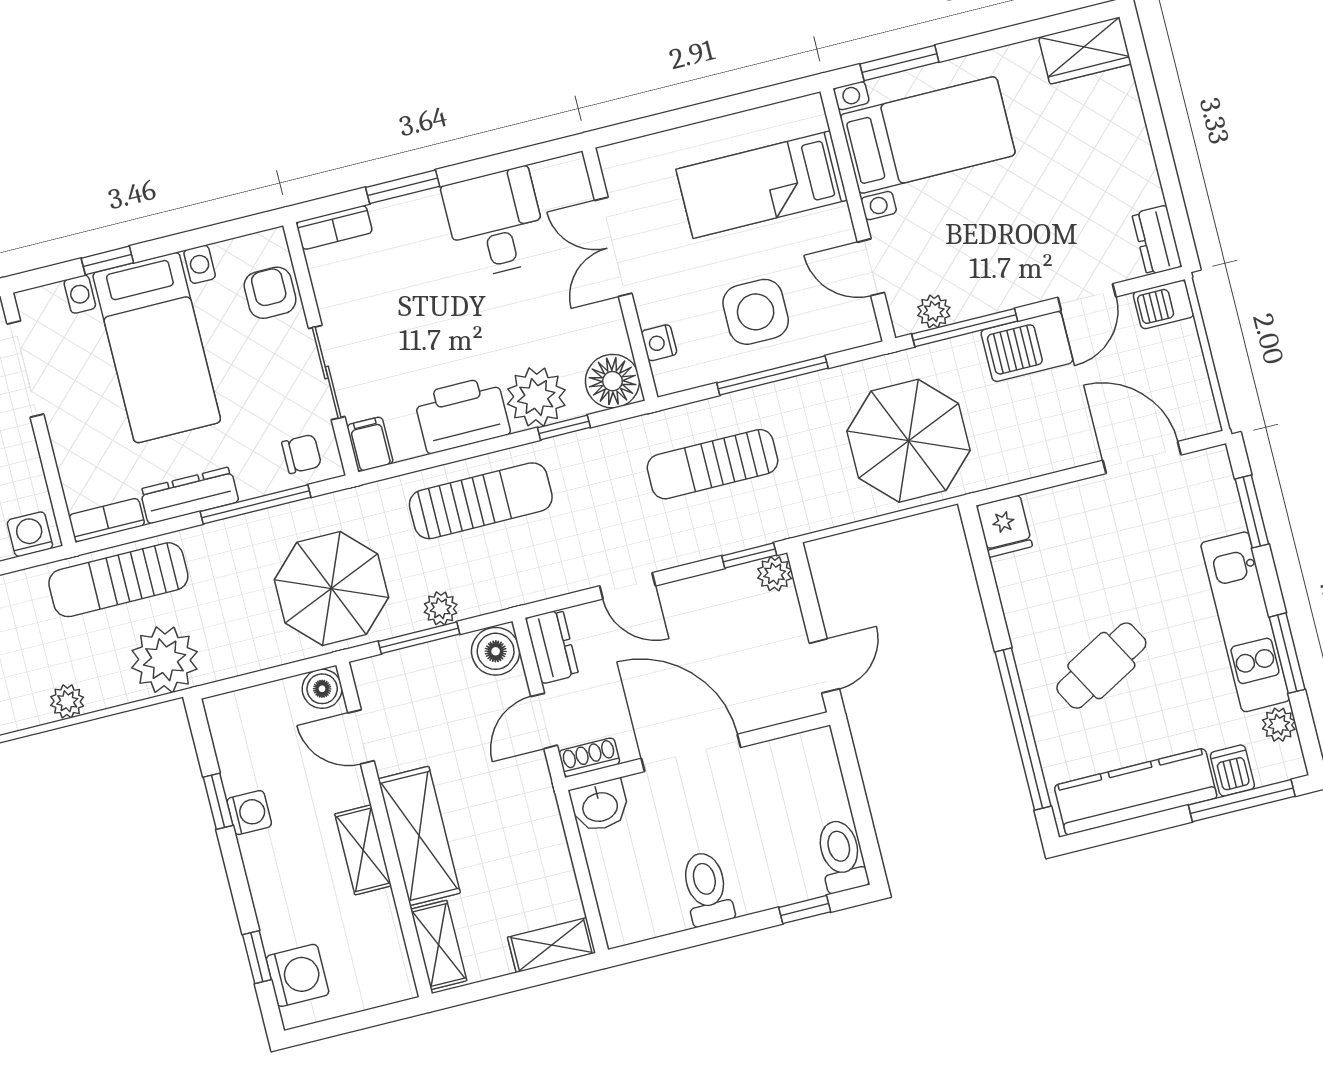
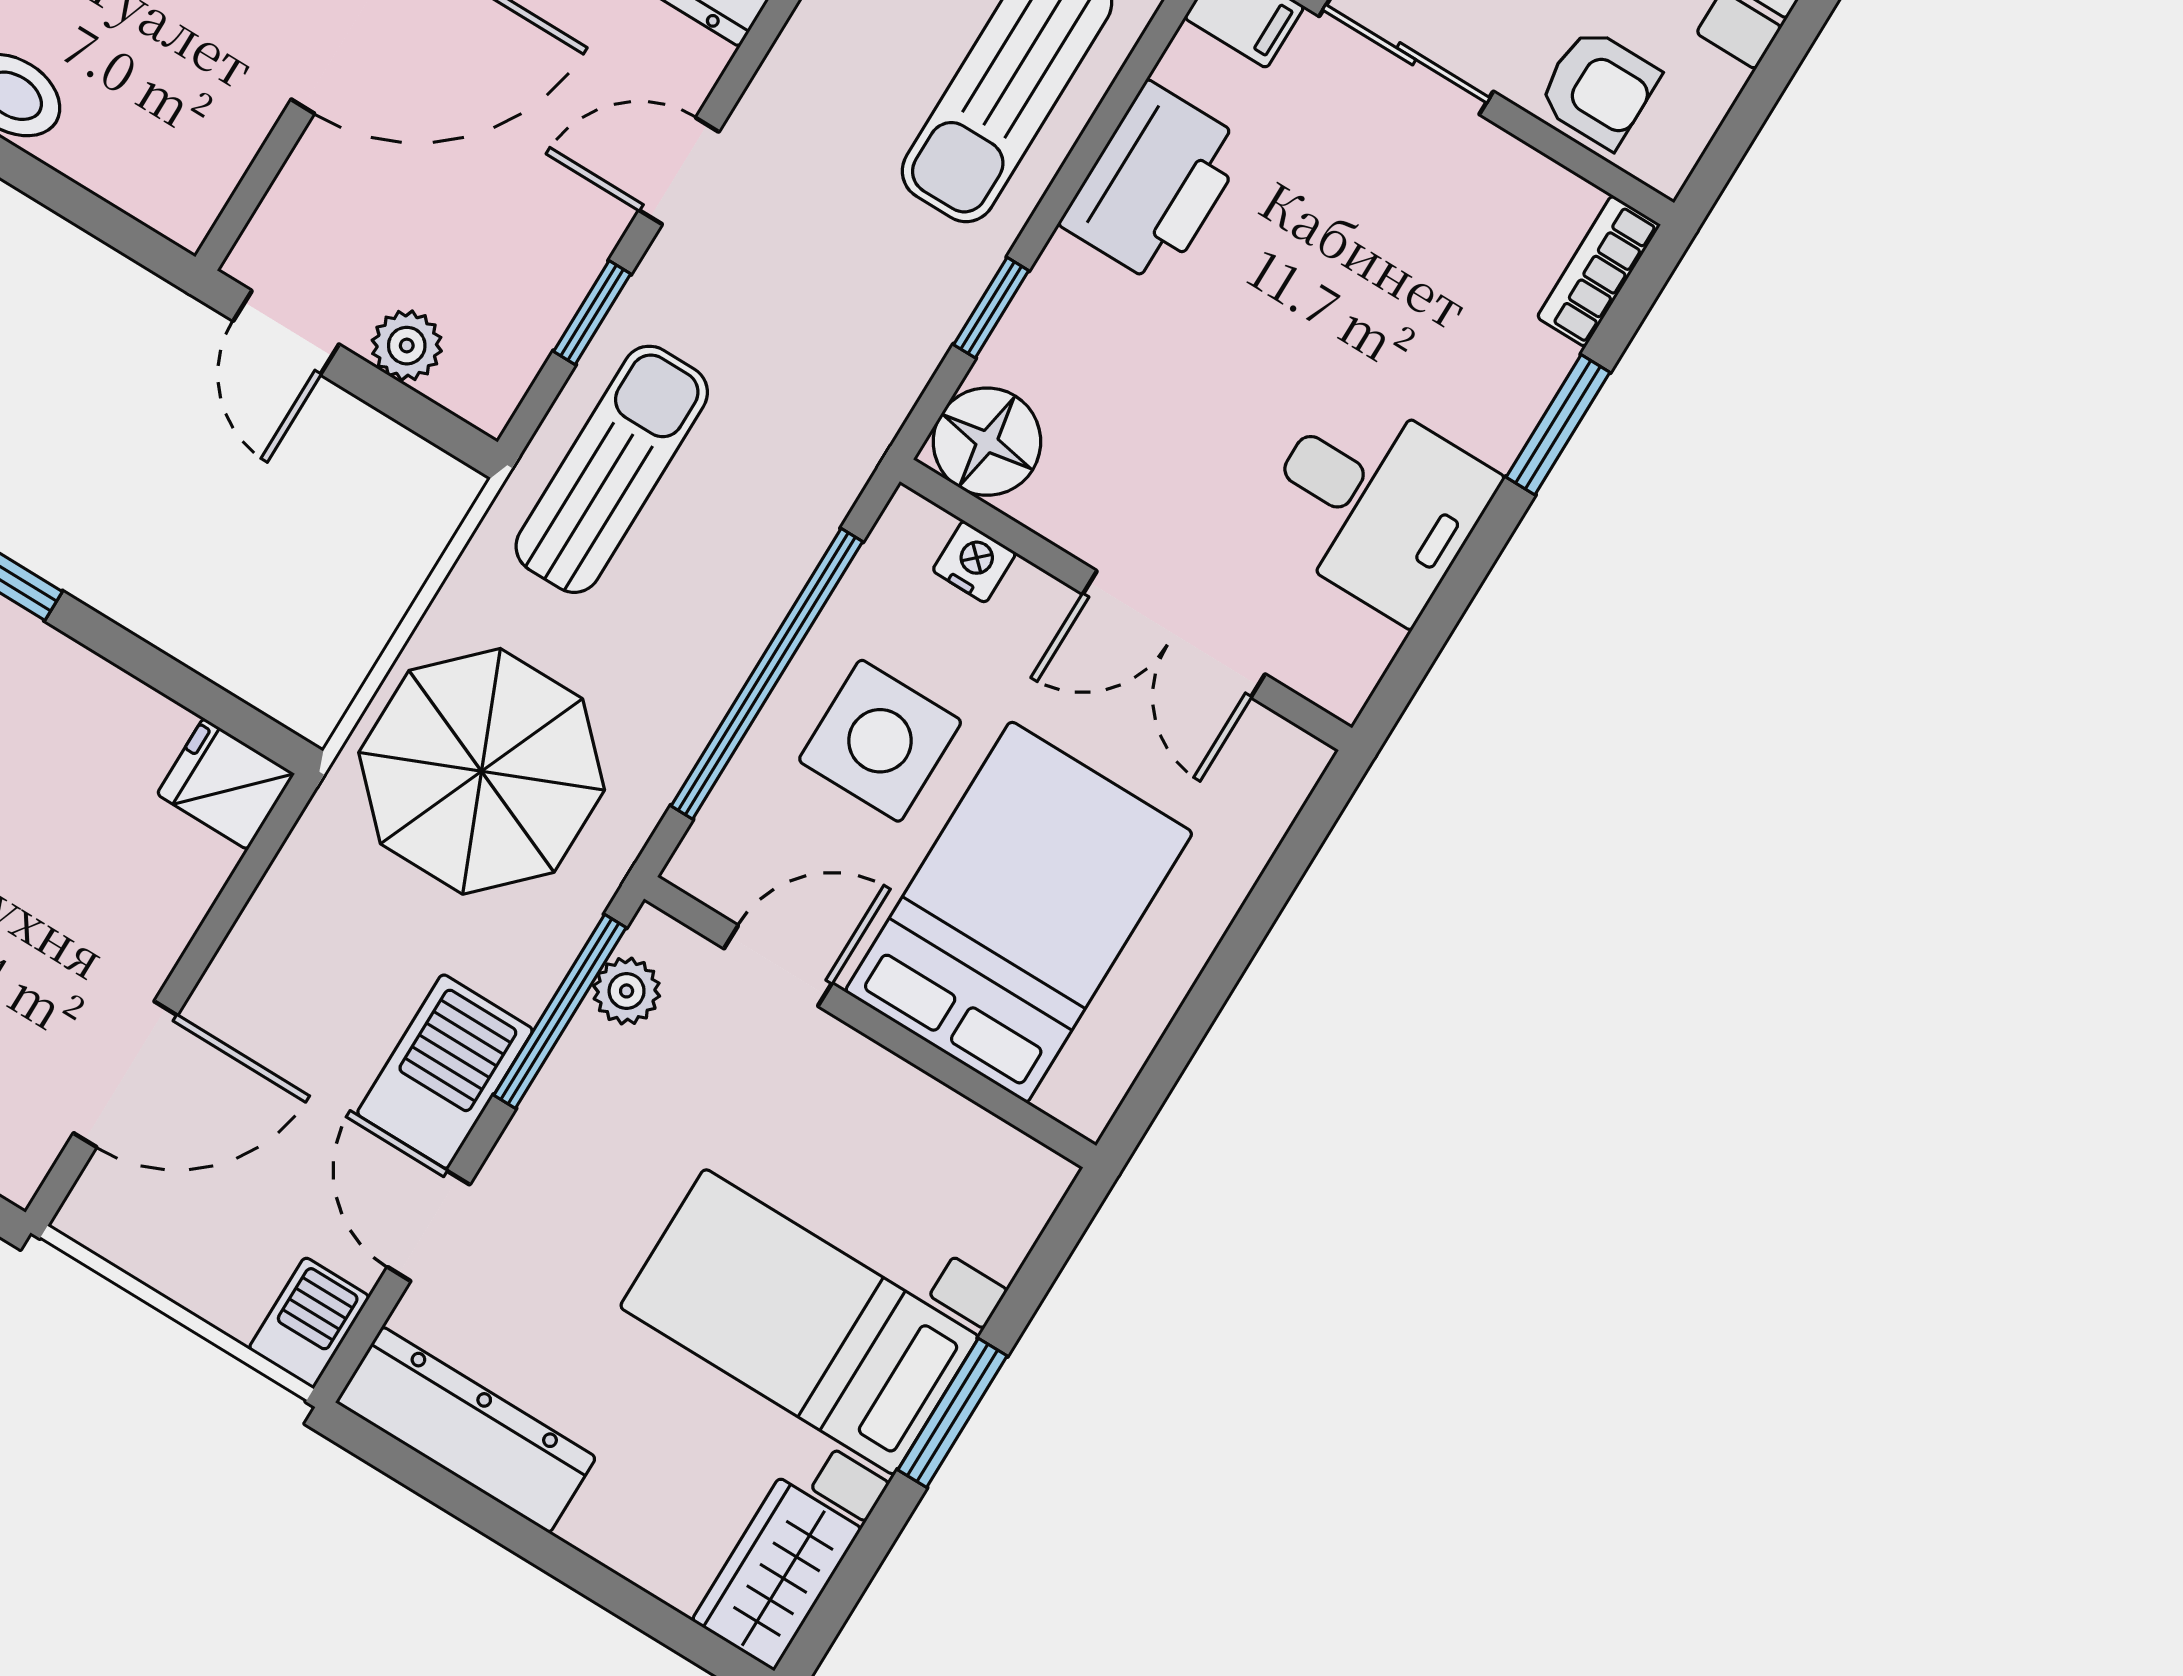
window: (899, 63) -> (952, 1413), moved
bed with nightstands: (928, 135) -> (799, 1322), moved, turned 90
bed: (762, 185) -> (1019, 912), width x1.50
dresser: (1157, 240) -> (466, 1430), width x1.96, depth x1.24
double door: (613, 247) -> (1174, 634), swing flipped
window: (772, 375) -> (767, 674), width x1.46
plant: (536, 397) -> (1073, 312), removed
sun lounger: (713, 464) -> (612, 469), moved
window: (749, 555) -> (592, 313), moved
plant: (775, 574) -> (407, 346), moved

